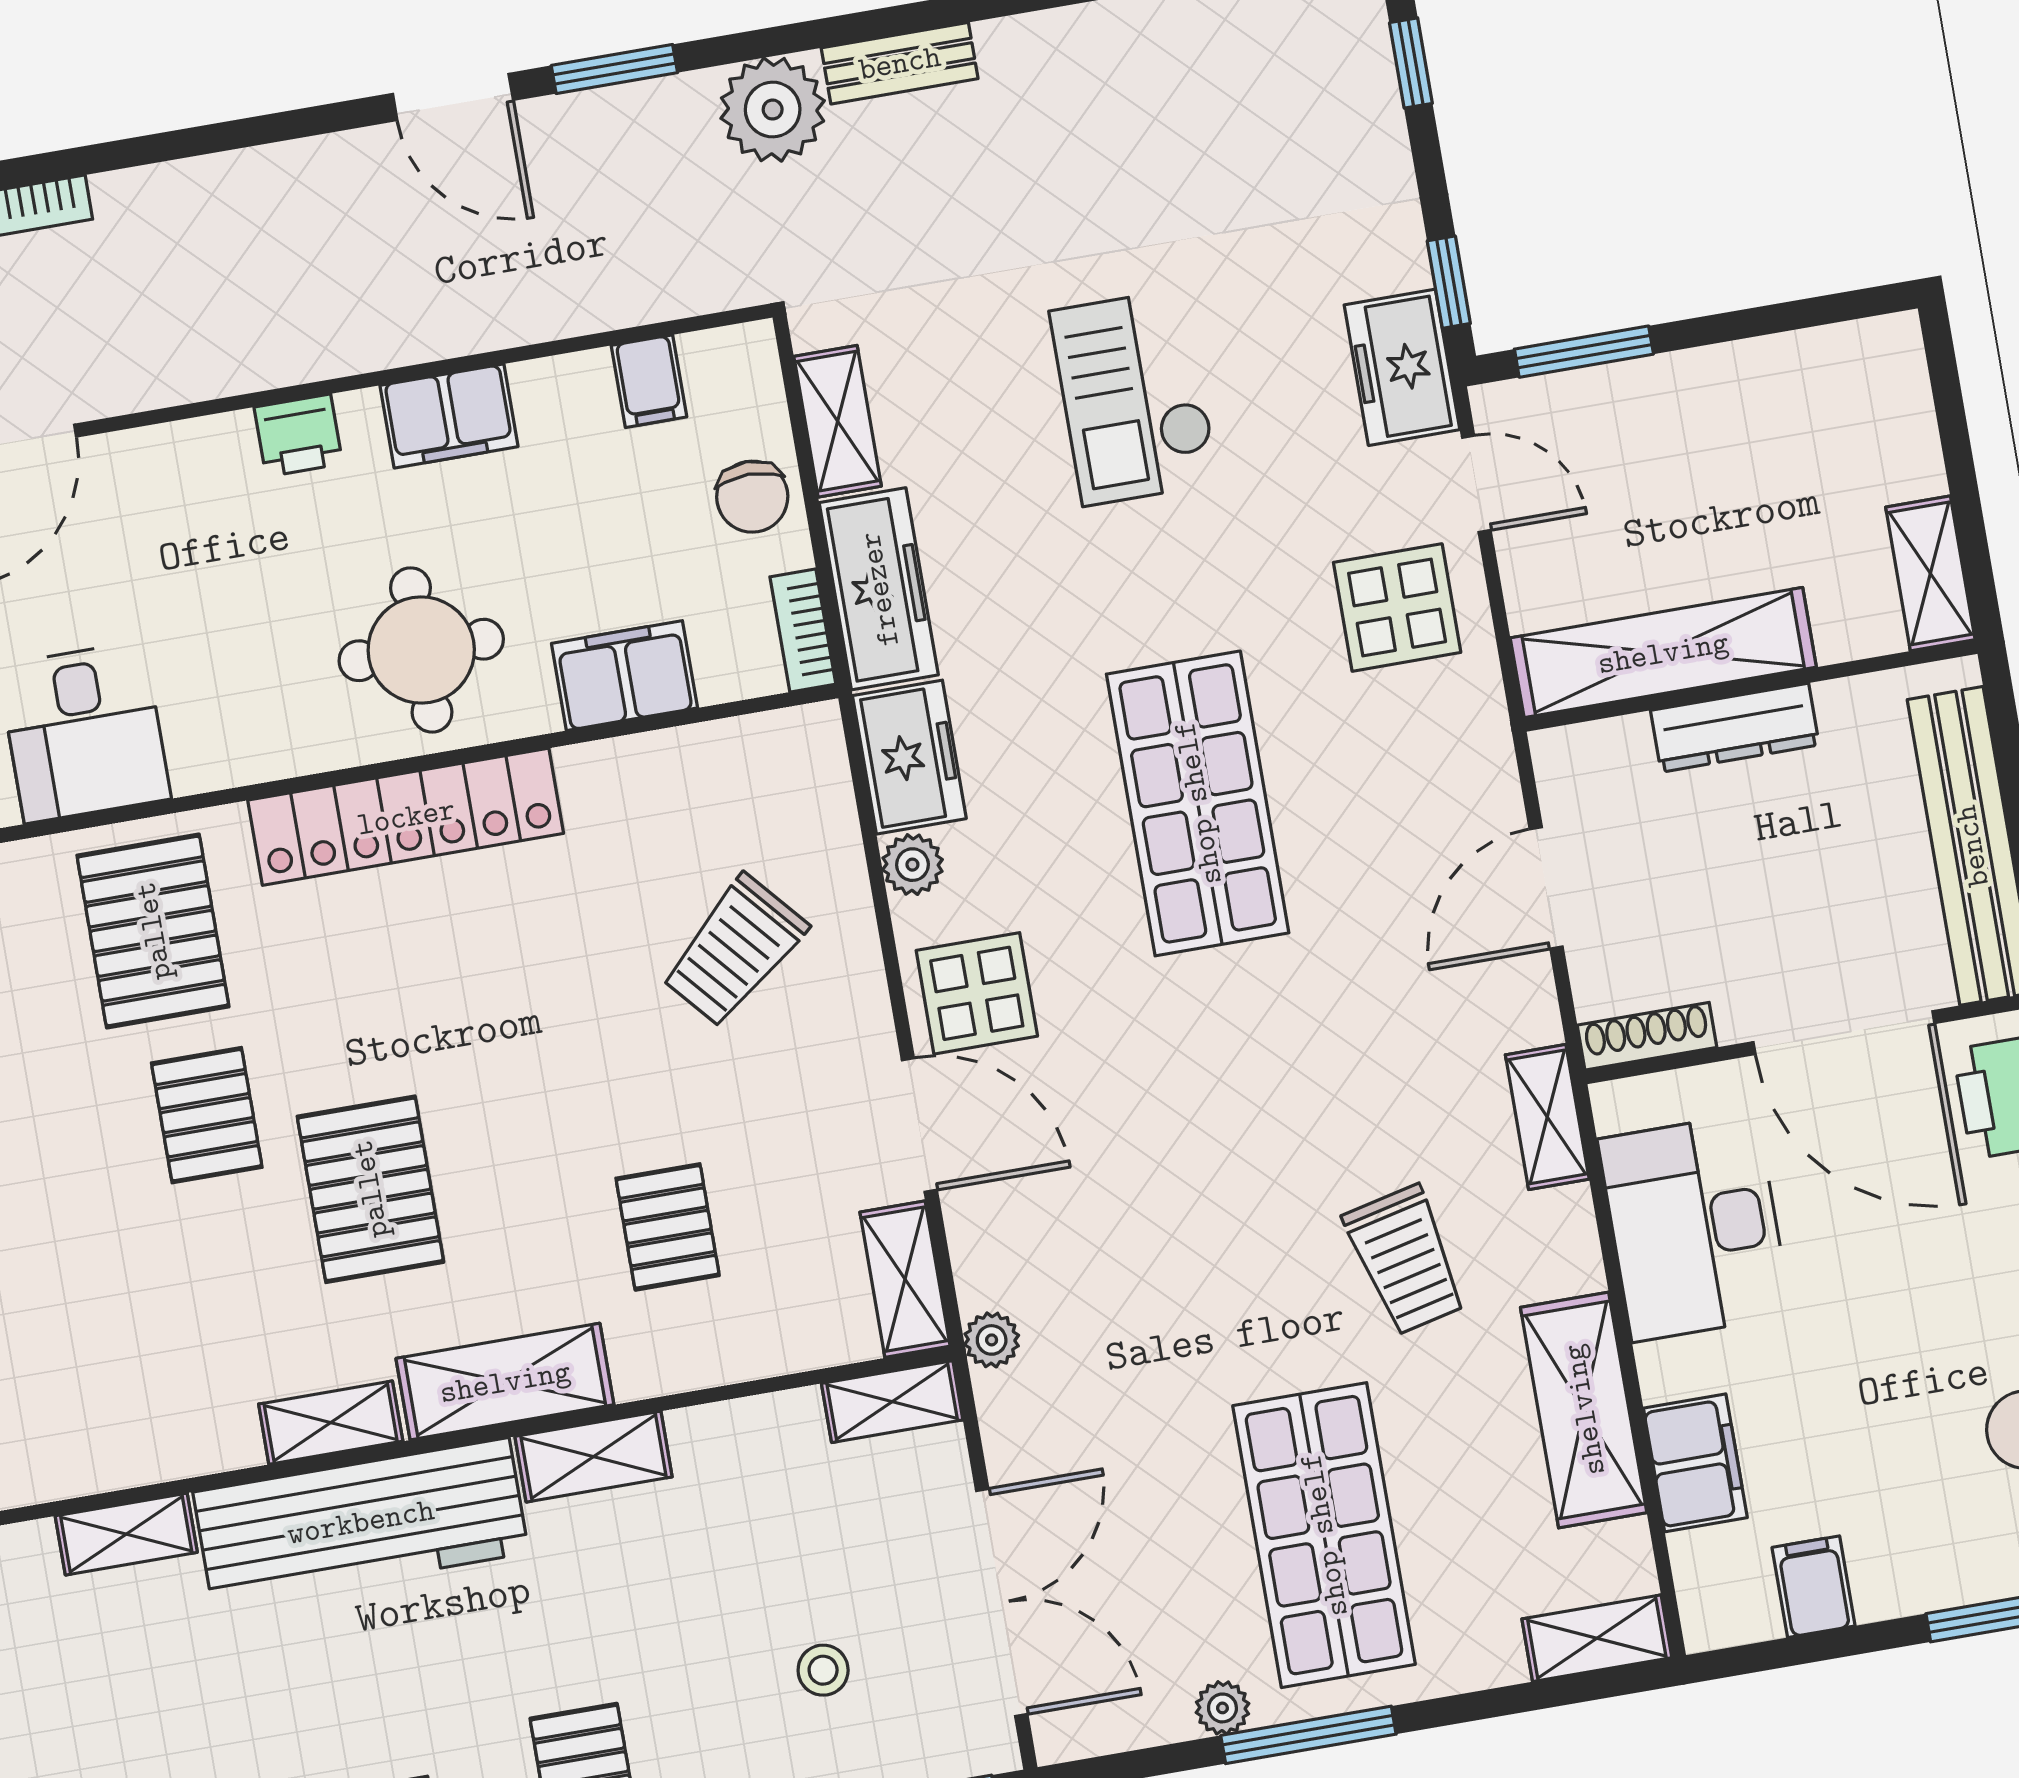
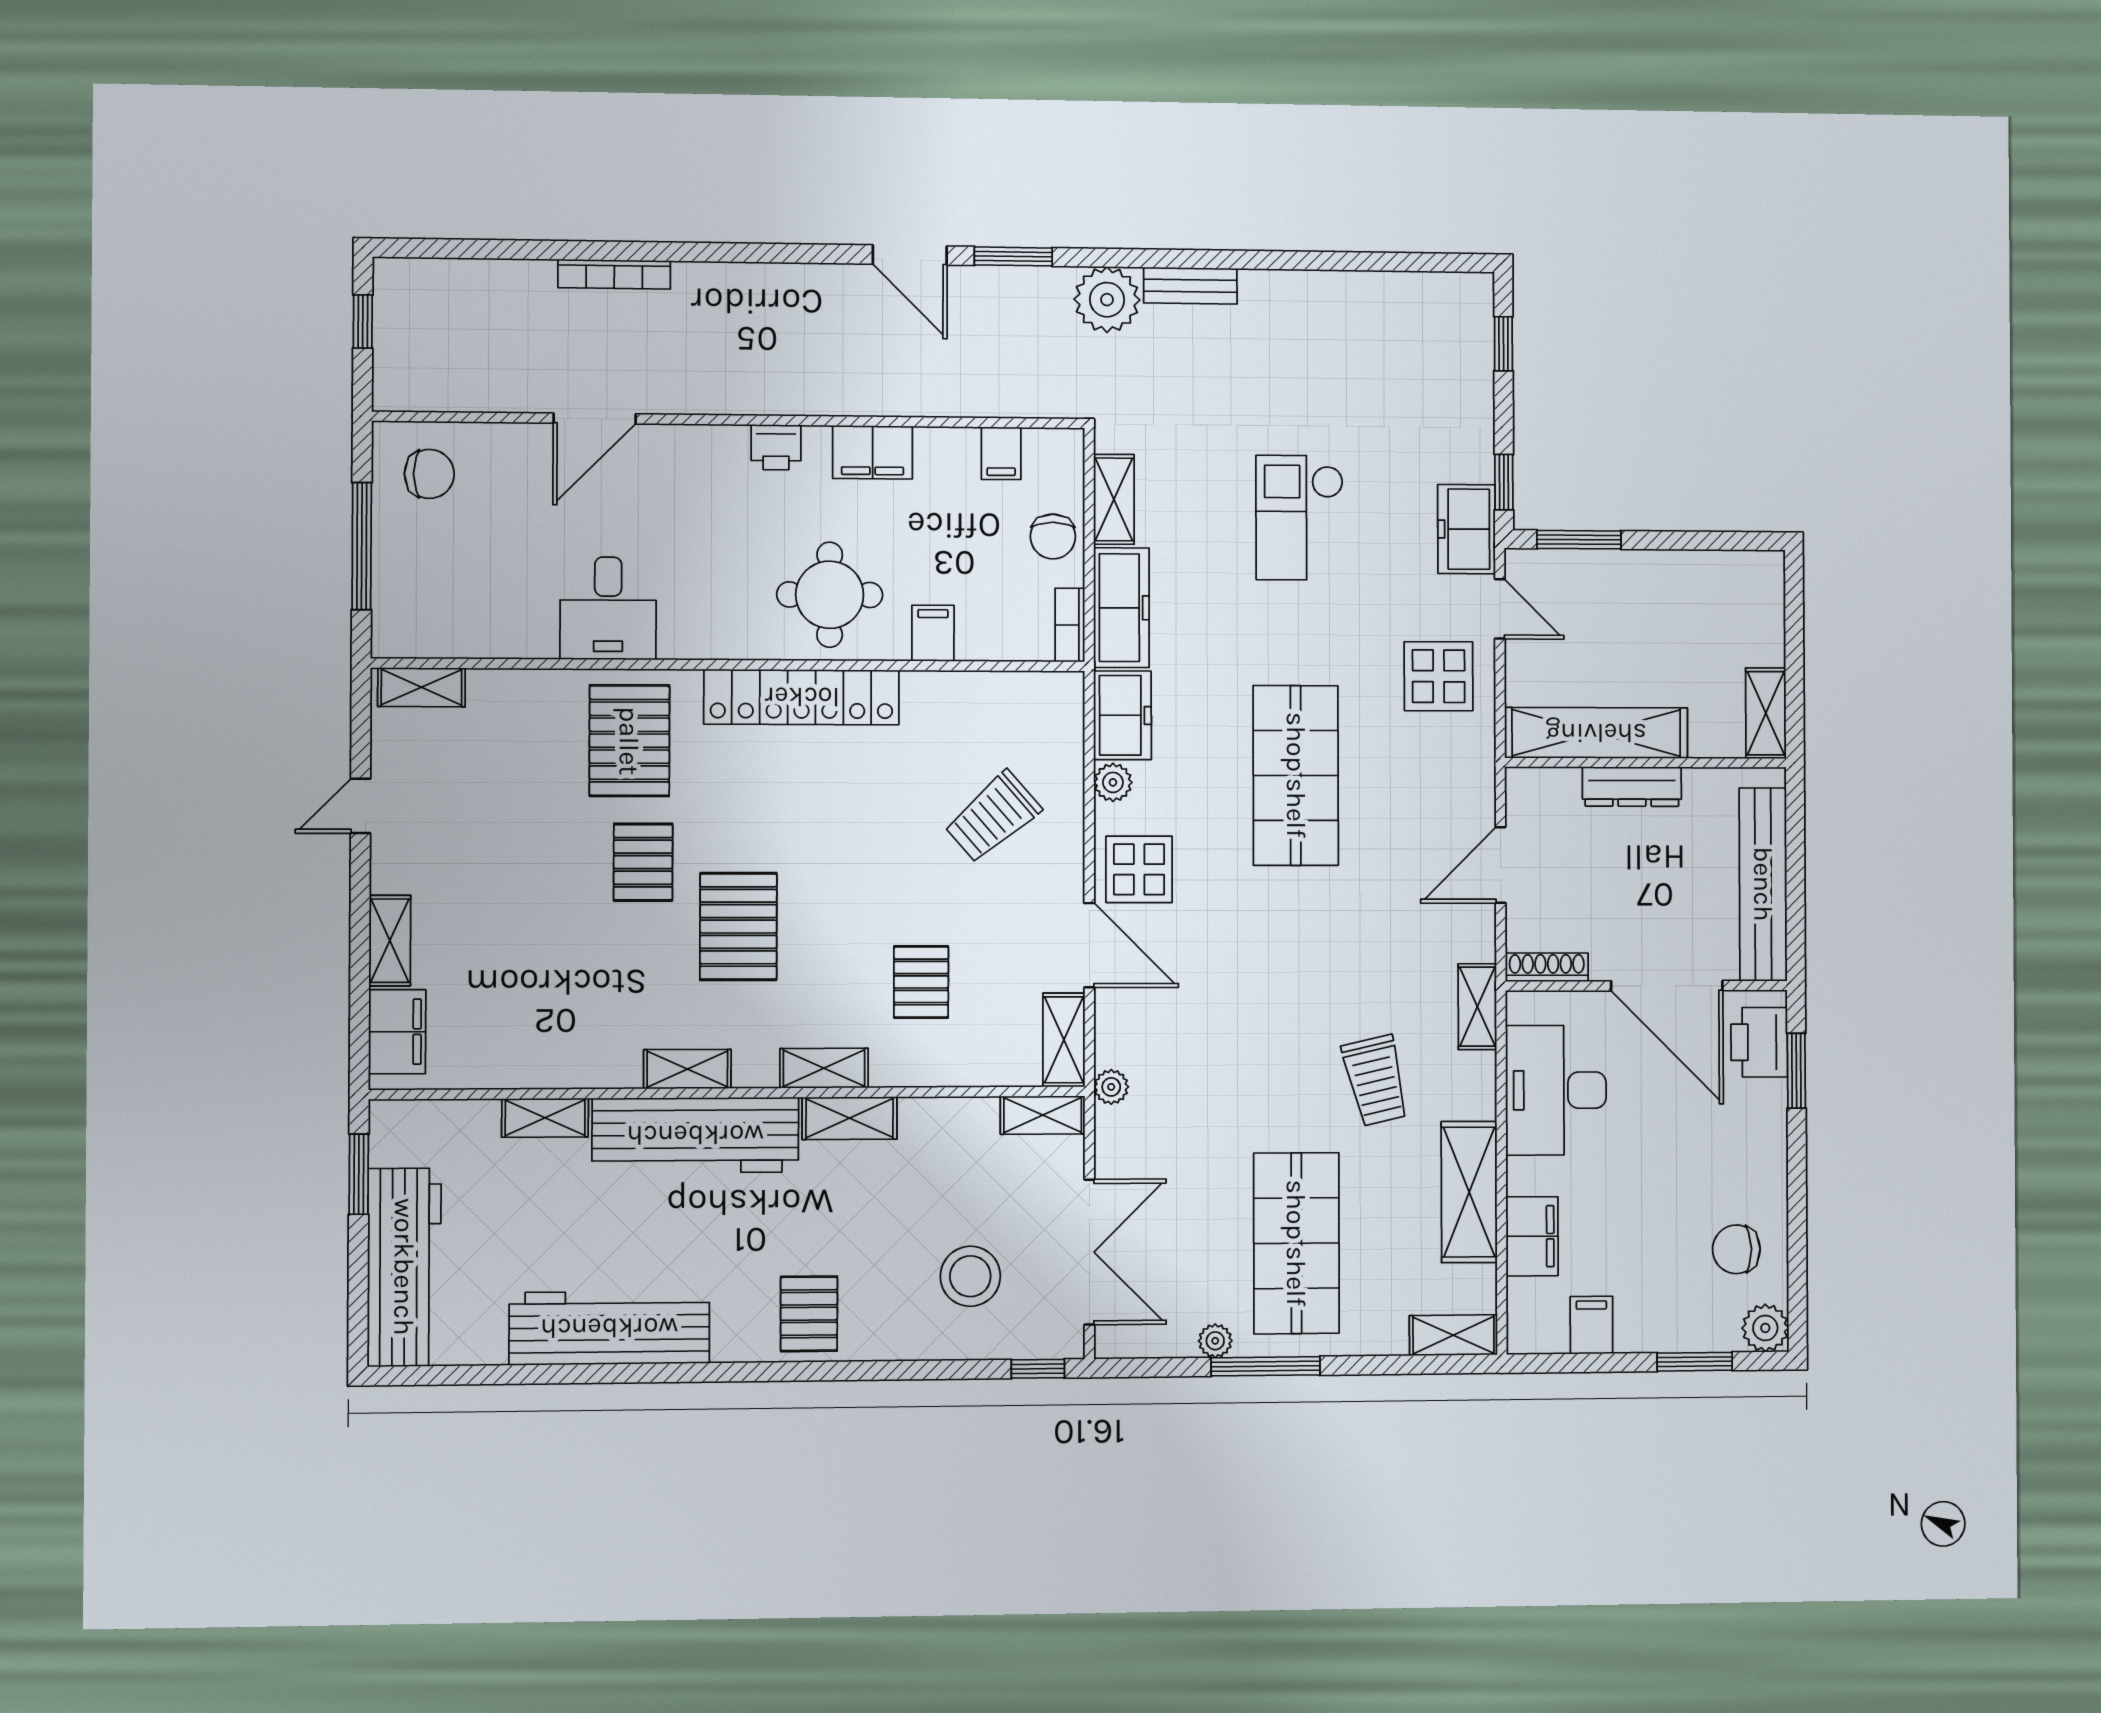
filing cabinet: (624, 676) -> (933, 633), width x0.50
shelving: (505, 1382) -> (824, 1068), width x0.67, depth x0.75
stool: (823, 1670) -> (970, 1276), width x1.89, depth x1.89

